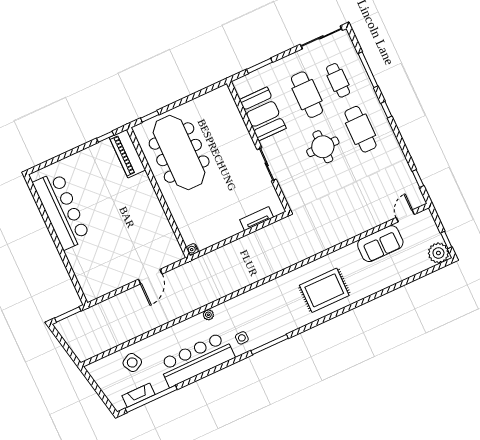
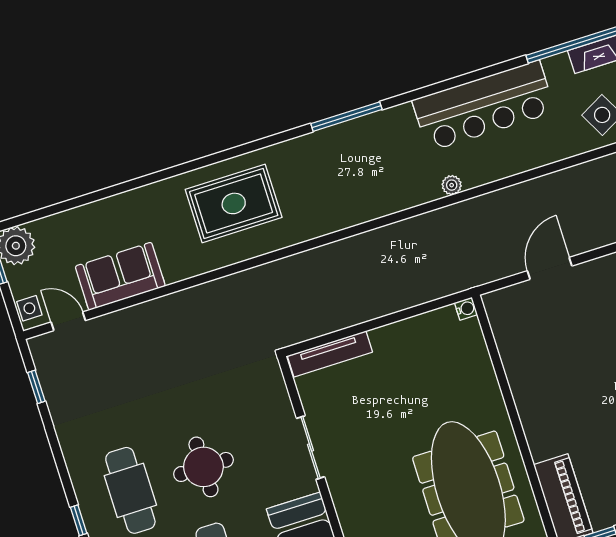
door: (405, 216) -> (68, 321), swing flipped
tv unit: (257, 219) -> (330, 354), width x1.41
side table: (242, 338) -> (29, 308), moved

